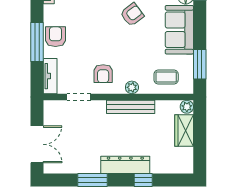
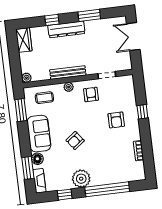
armchair: (55, 37) -> (116, 120), moved
window: (37, 42) -> (142, 112), width x0.46
tv unit: (50, 76) -> (130, 88), removed
wardrobe: (184, 131) -> (24, 40), moved

